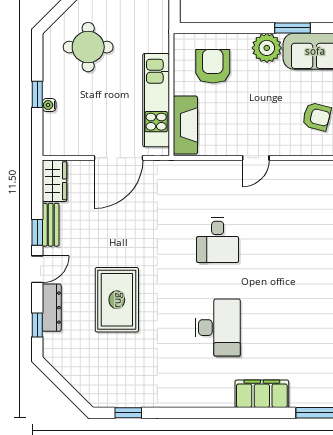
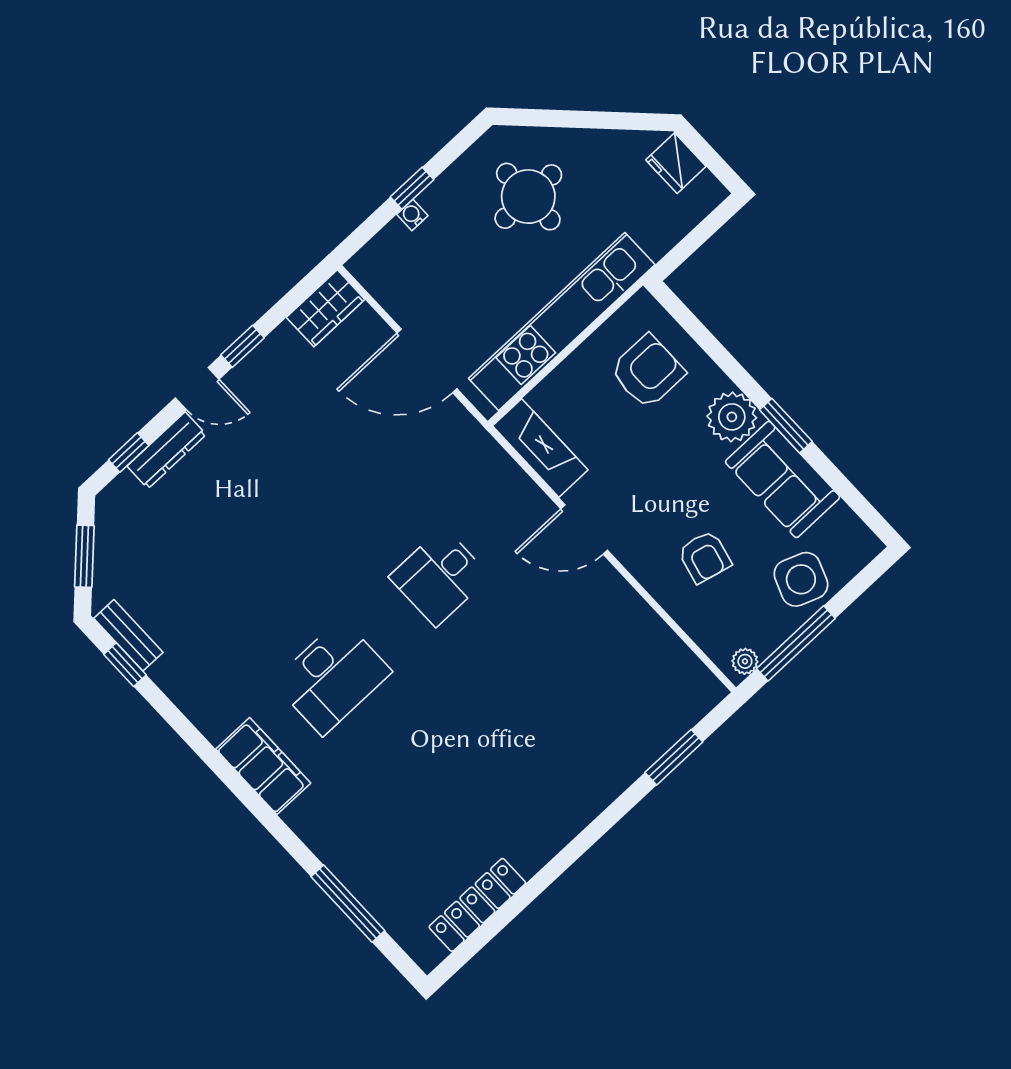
kitchen unit: (156, 100) -> (562, 322), width x1.36
fireplace: (185, 125) -> (540, 448), moved, turned -90
door: (256, 158) -> (584, 529), width x1.38
bench: (51, 225) -> (128, 635), moved, turned 90
rug: (117, 300) -> (251, 521), removed
window: (64, 386) -> (84, 556), added
filing cabinet: (262, 394) -> (263, 766), moved

